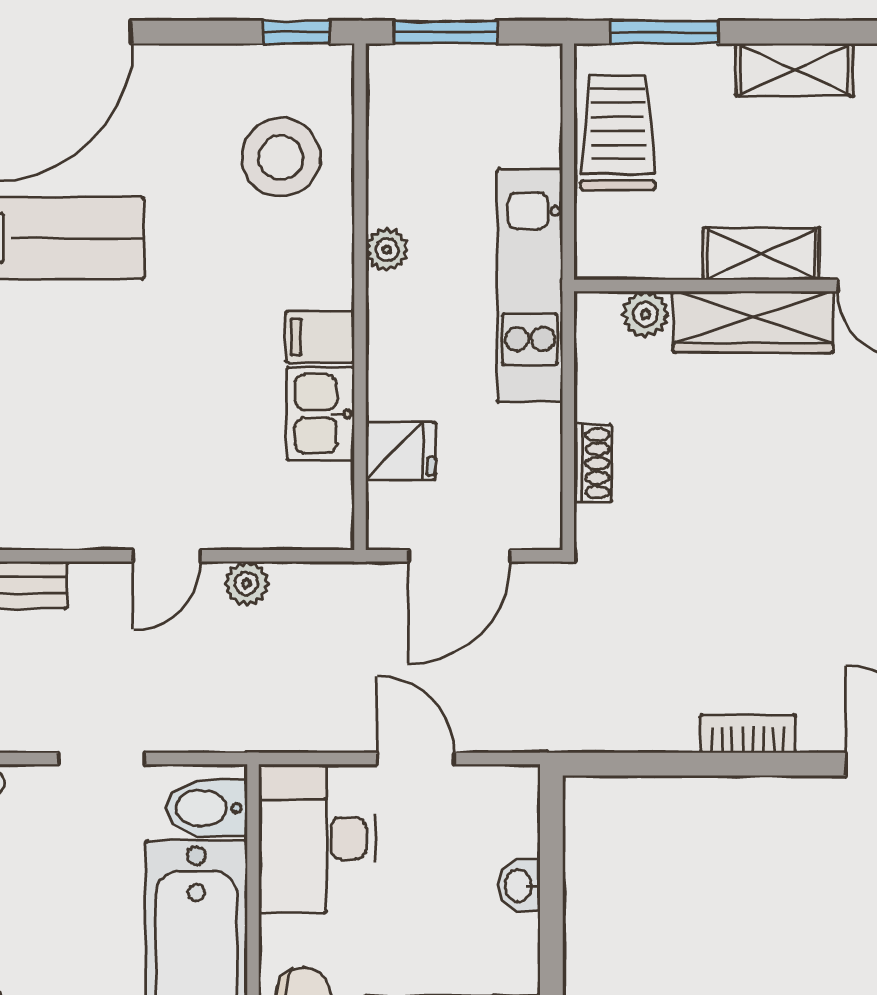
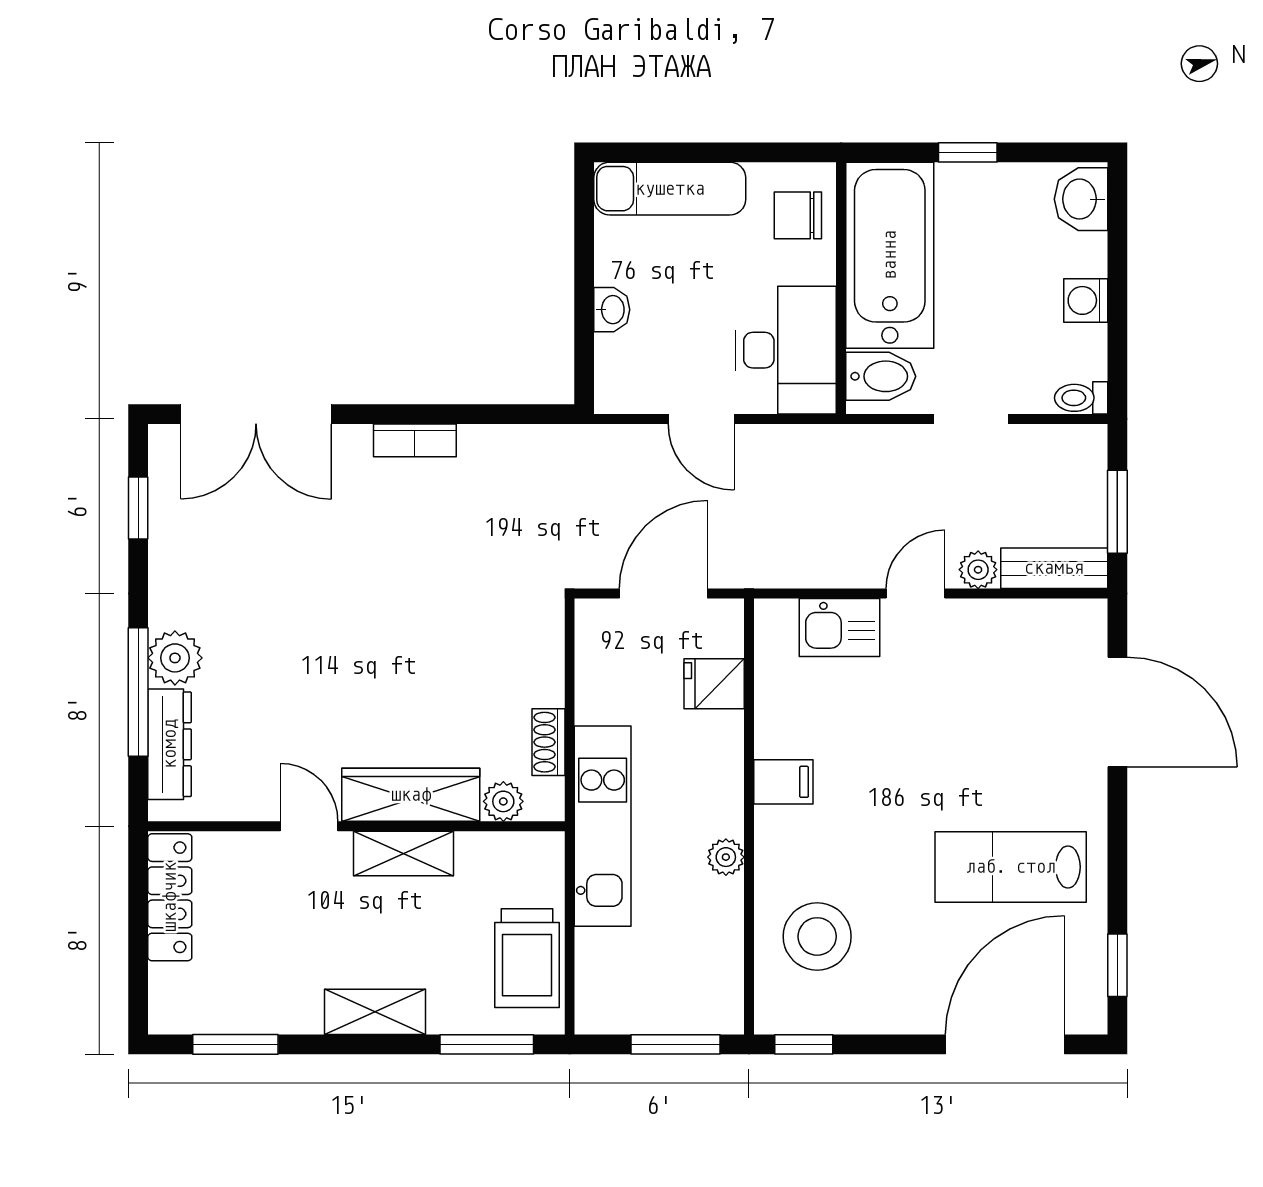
kitchen sink: (321, 414) -> (839, 627), moved, turned 90
shoe rack: (593, 463) -> (548, 742), moved
plant: (247, 583) -> (978, 570), moved

